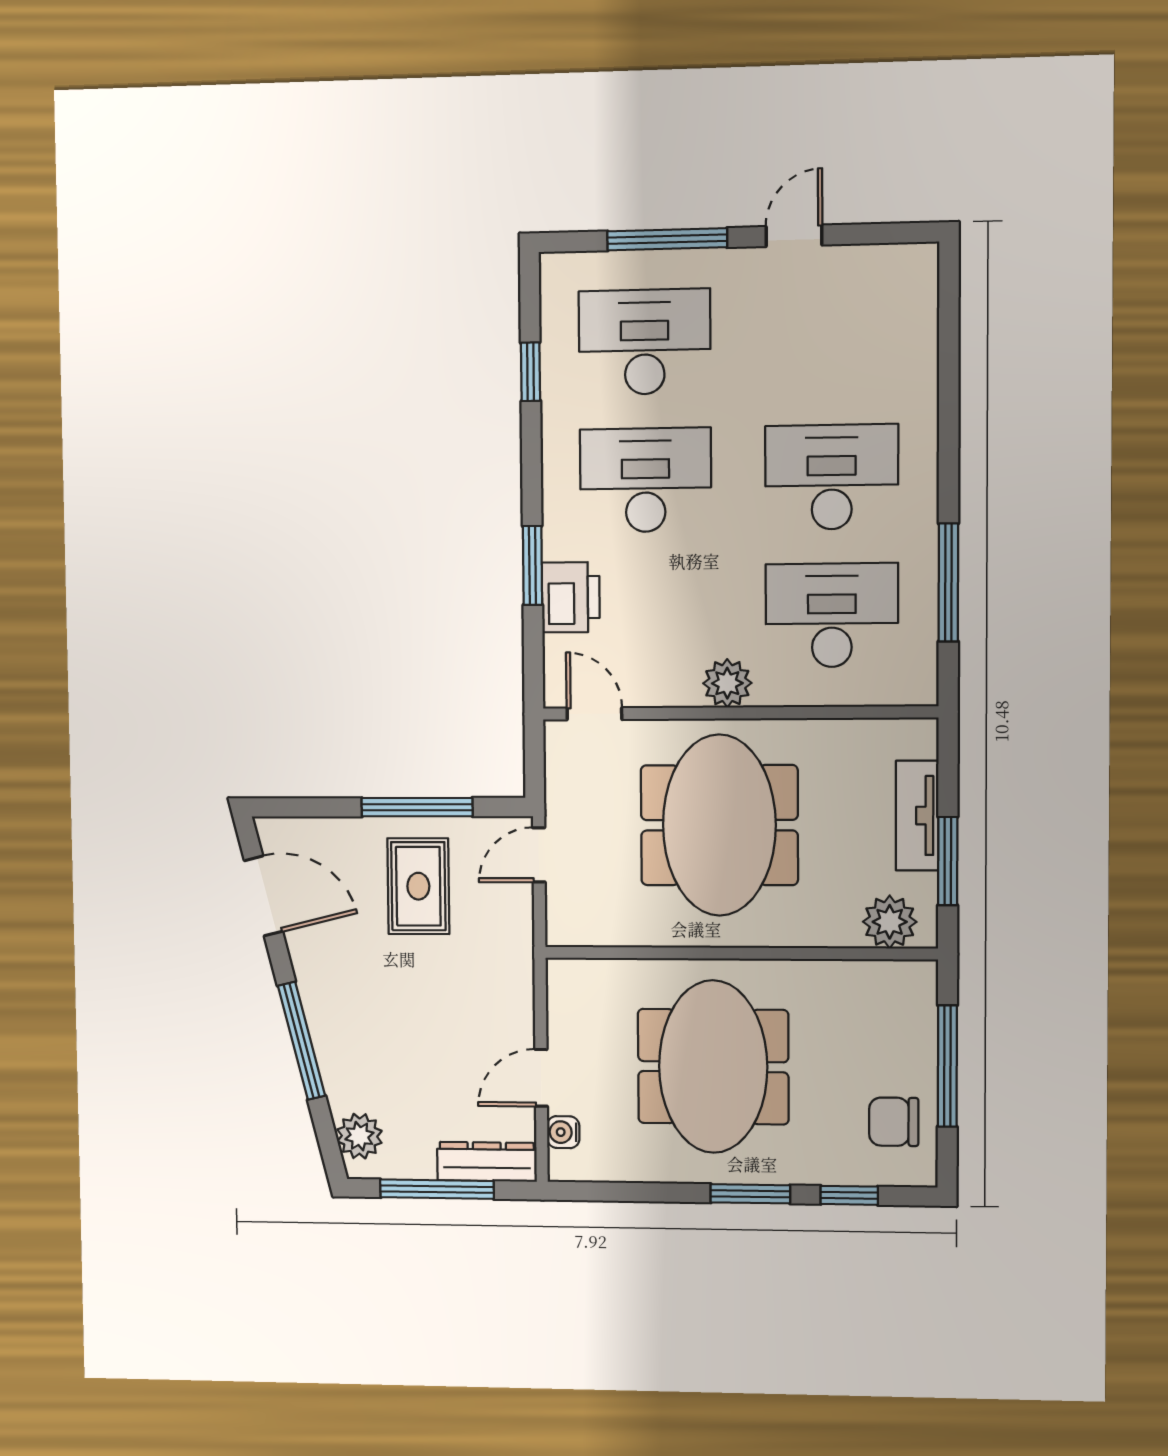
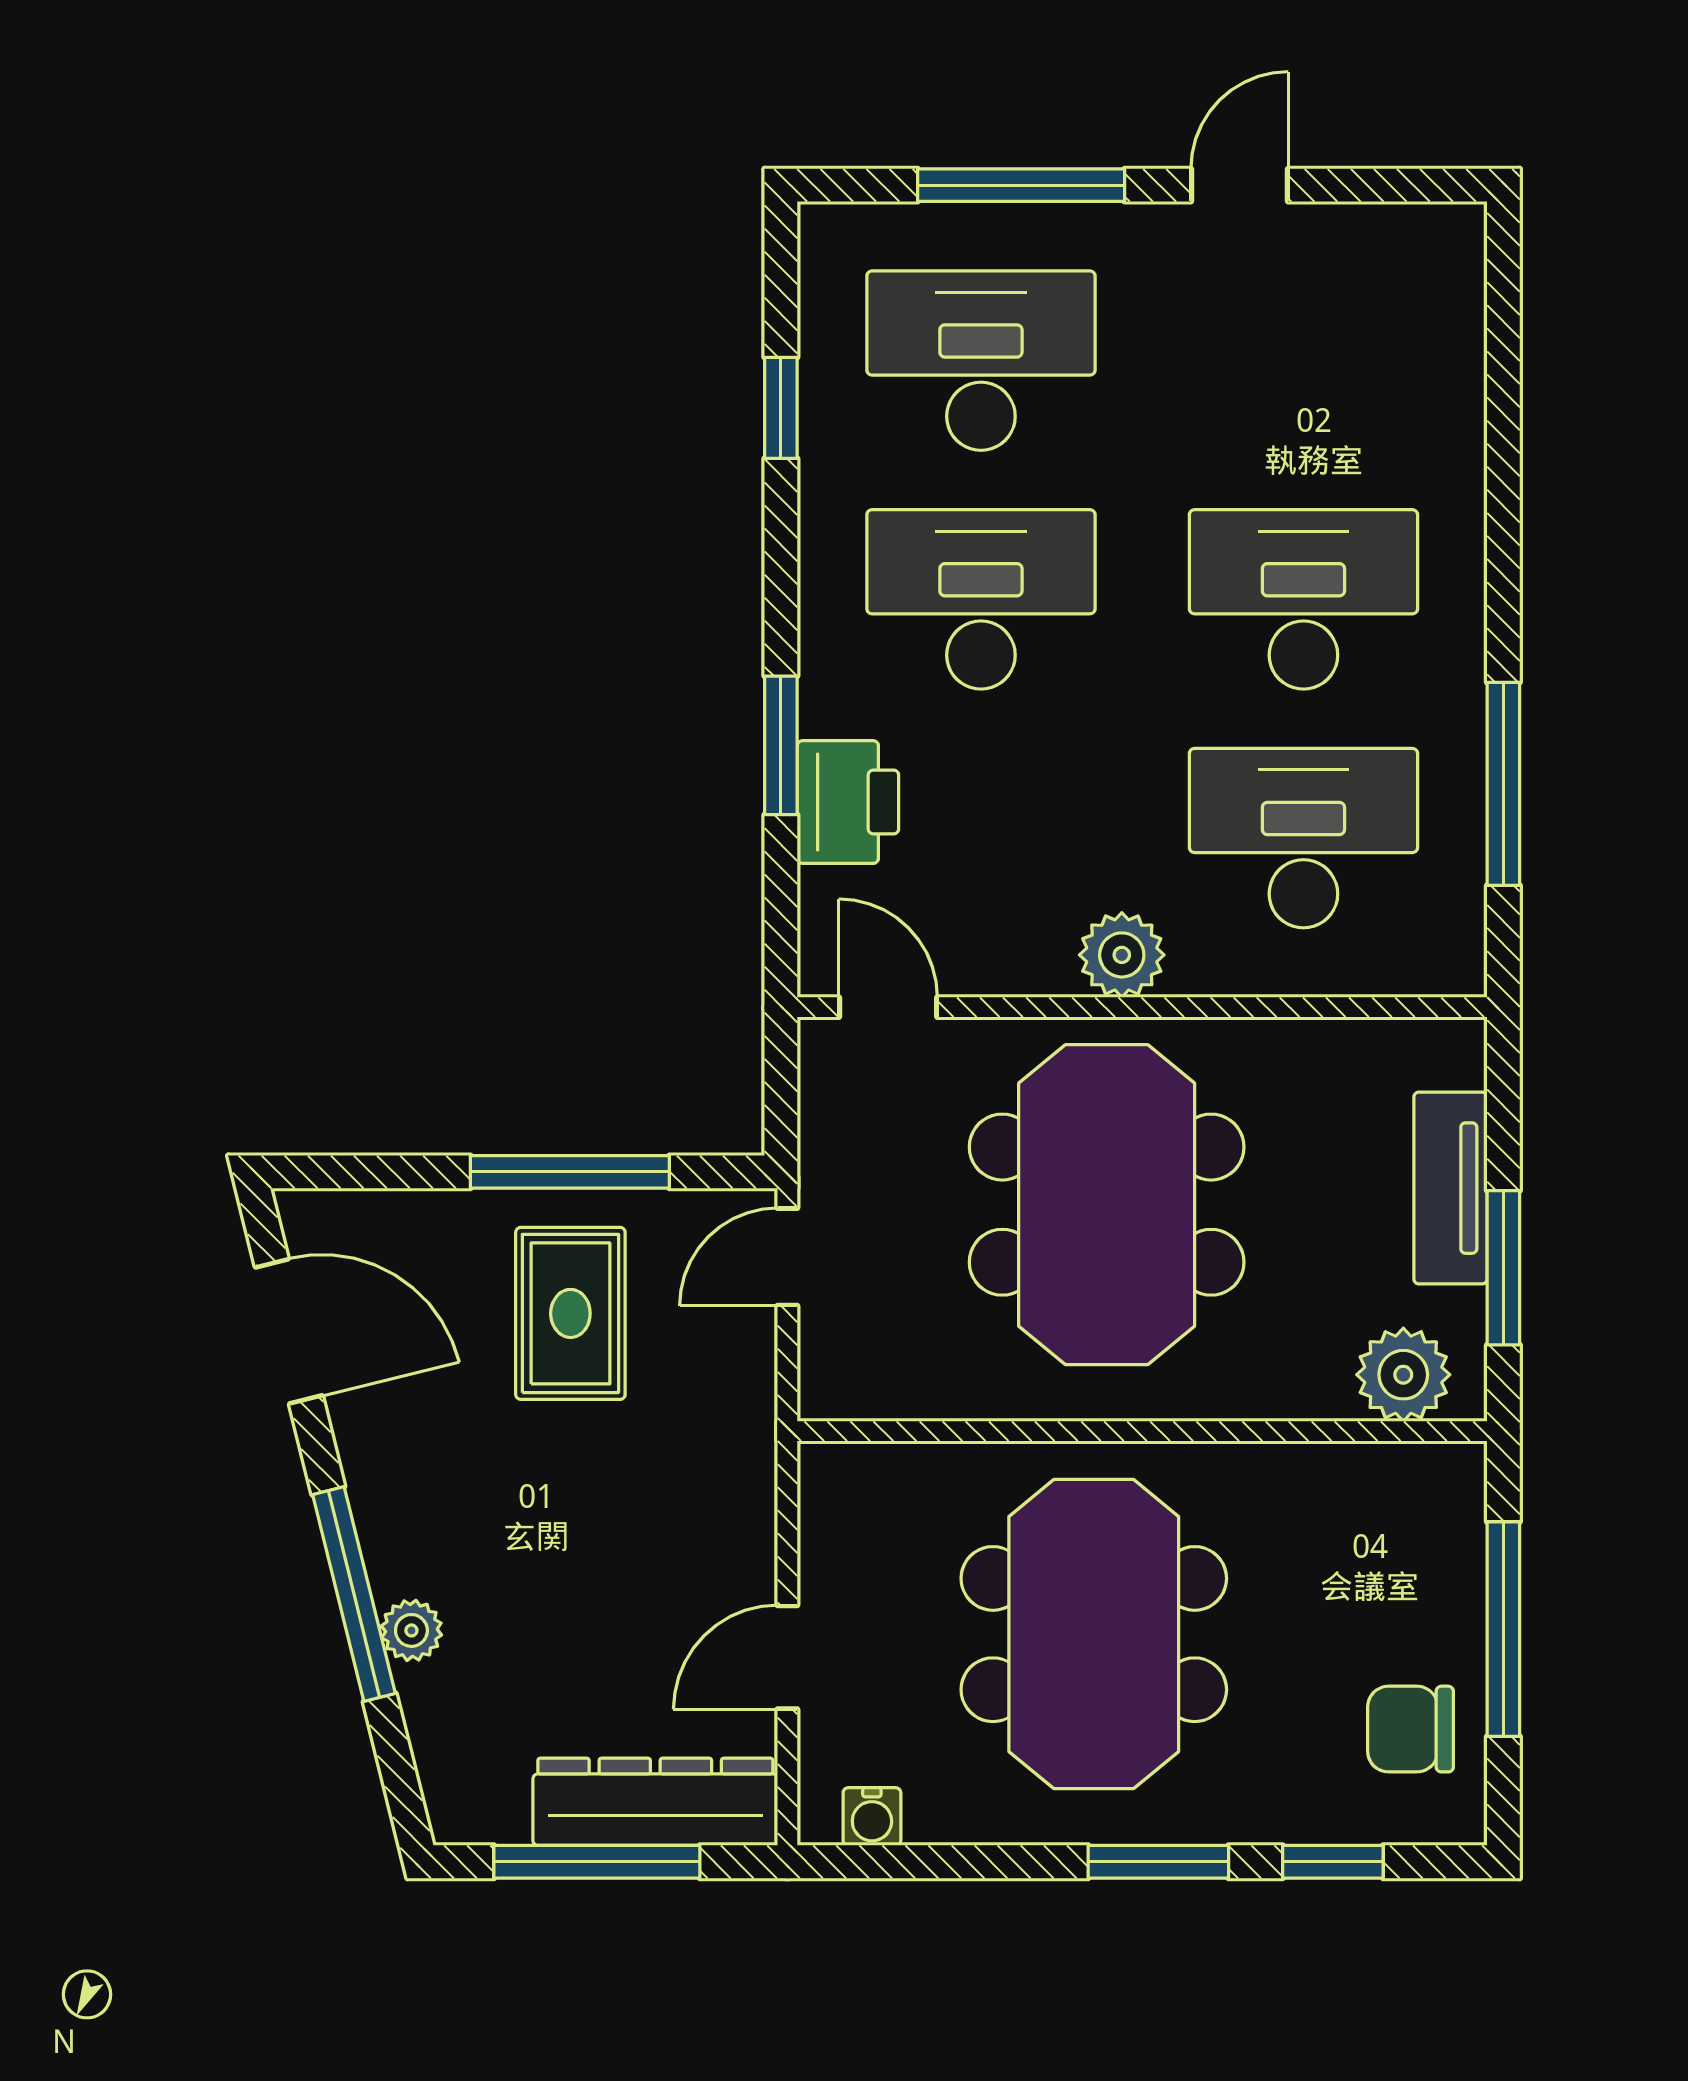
water cooler: (563, 1132) -> (872, 1817), moved, turned -90
plant: (359, 1136) -> (411, 1630), moved, width x0.73, depth x0.73
dresser: (487, 1162) -> (655, 1802), width x1.37, depth x1.24

